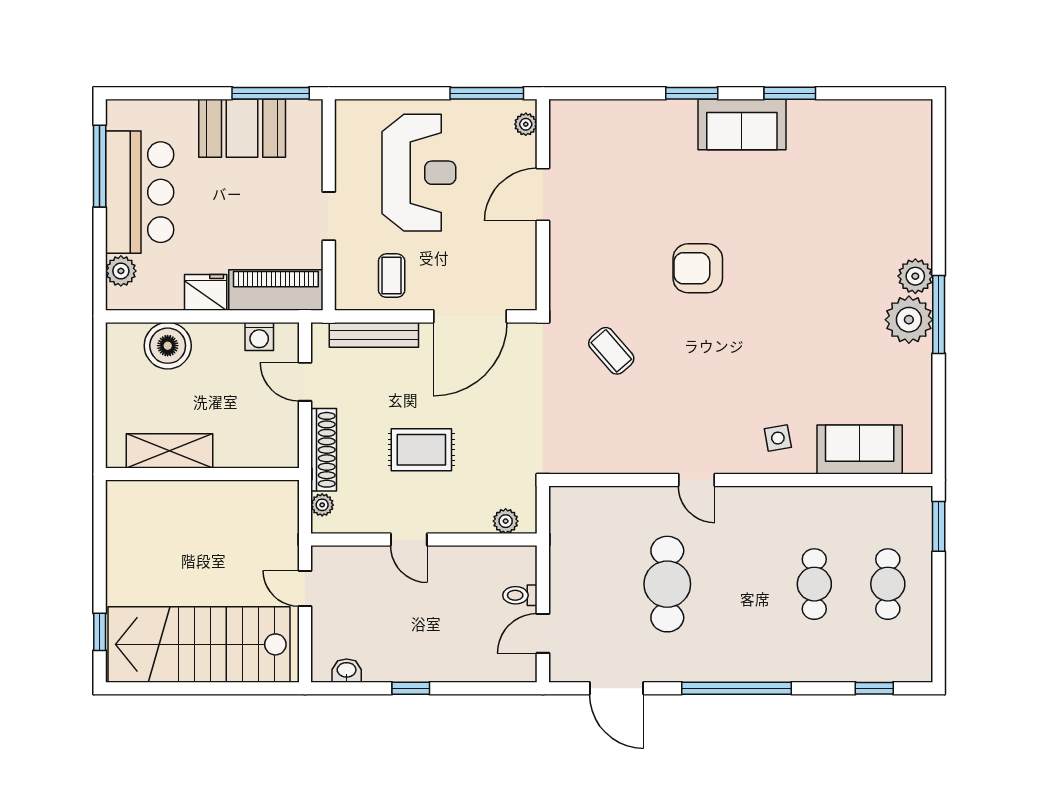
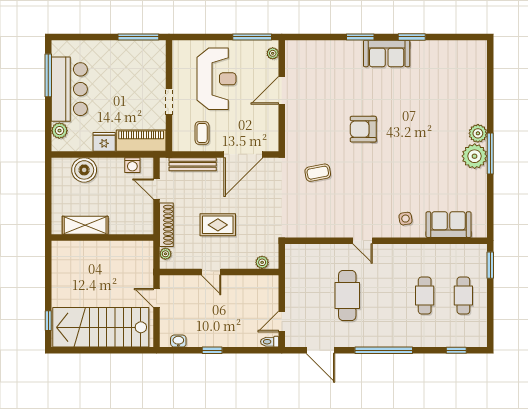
booth: (242, 128) -> (123, 55), removed
coffee table: (611, 351) -> (318, 173), turned -60
toilet: (520, 595) -> (270, 342), moved

